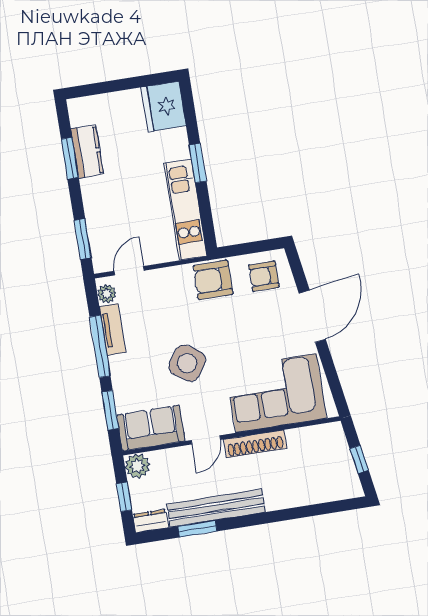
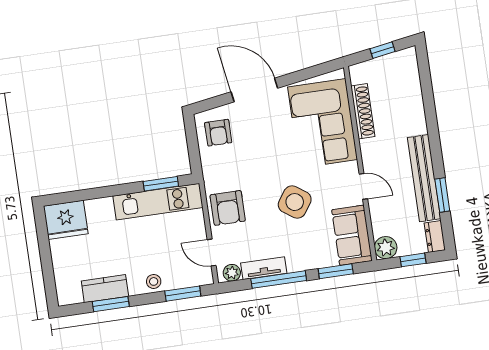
window: (198, 163) -> (161, 184), moved
stool: (96, 206) -> (154, 281), added
armchair: (213, 280) -> (228, 208), moved
shoe rack: (255, 444) -> (363, 111), moved

